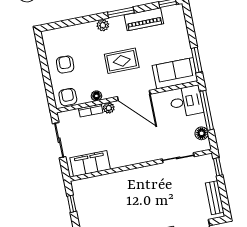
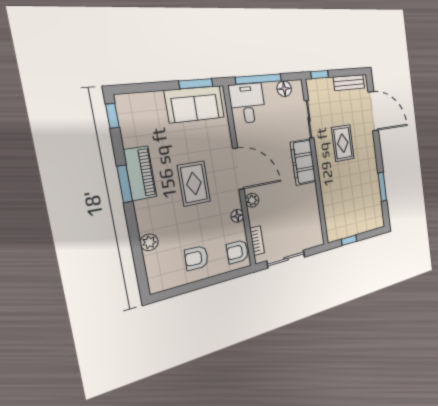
piano: (144, 19) -> (140, 173), moved
plant: (103, 25) -> (149, 242), moved
sofa: (175, 73) -> (195, 104), moved, turned -90
door: (134, 95) -> (238, 169), hinge flipped
bookcase: (91, 110) -> (257, 241), moved
filing cabinet: (90, 164) -> (303, 162), moved
rug: (160, 193) -> (343, 143), added

